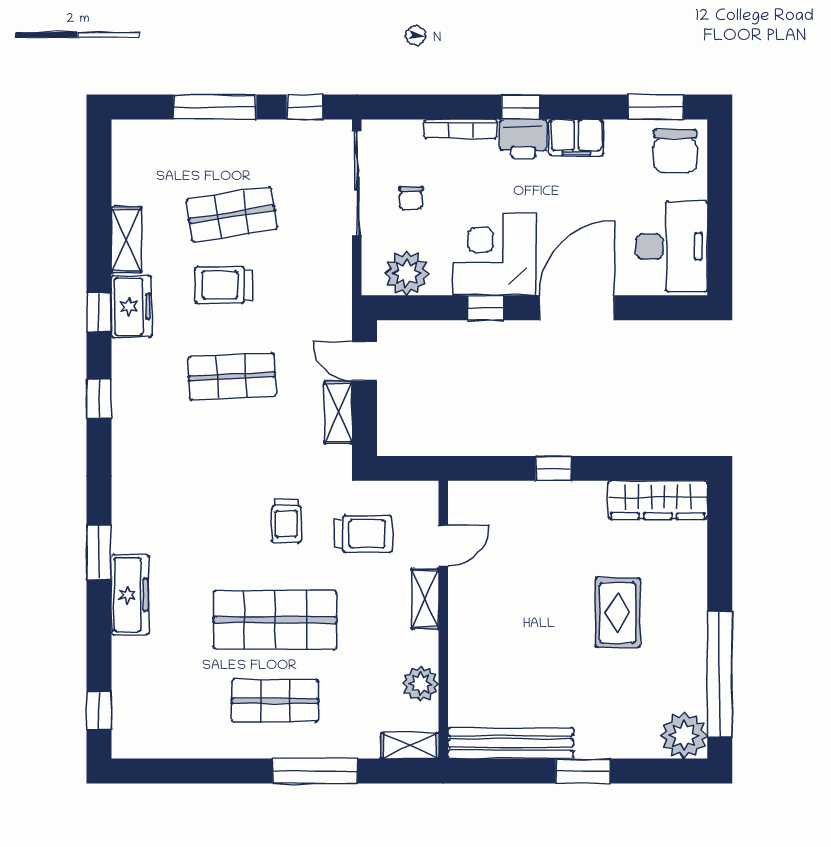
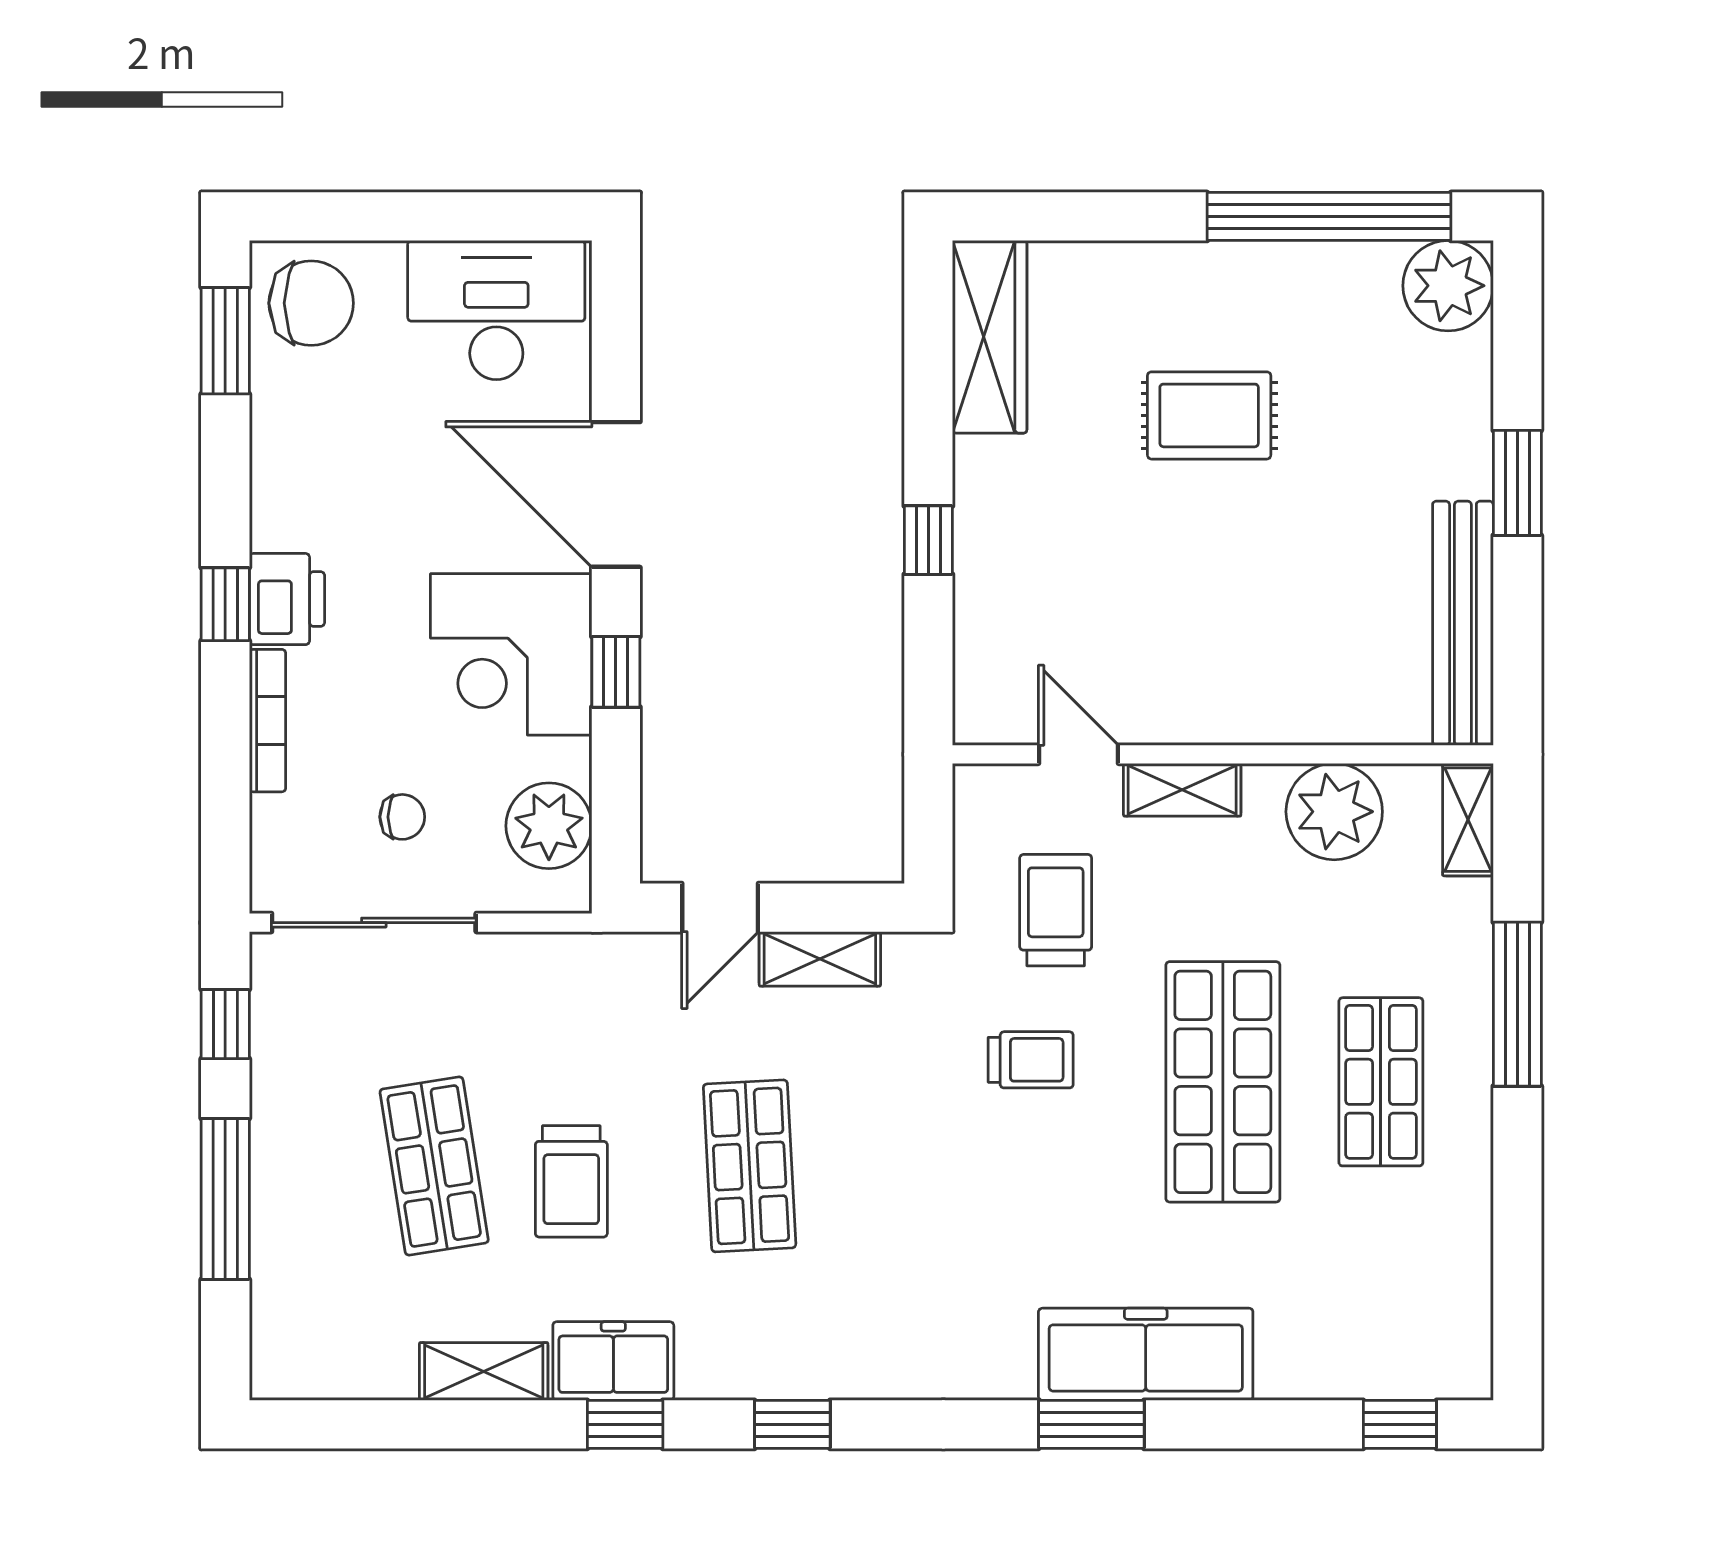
filing cabinet: (576, 138) -> (285, 496), removed
freezer: (130, 595) -> (1146, 1354), width x1.36, depth x1.26
plant: (421, 684) -> (1334, 812), width x1.36, depth x1.36

